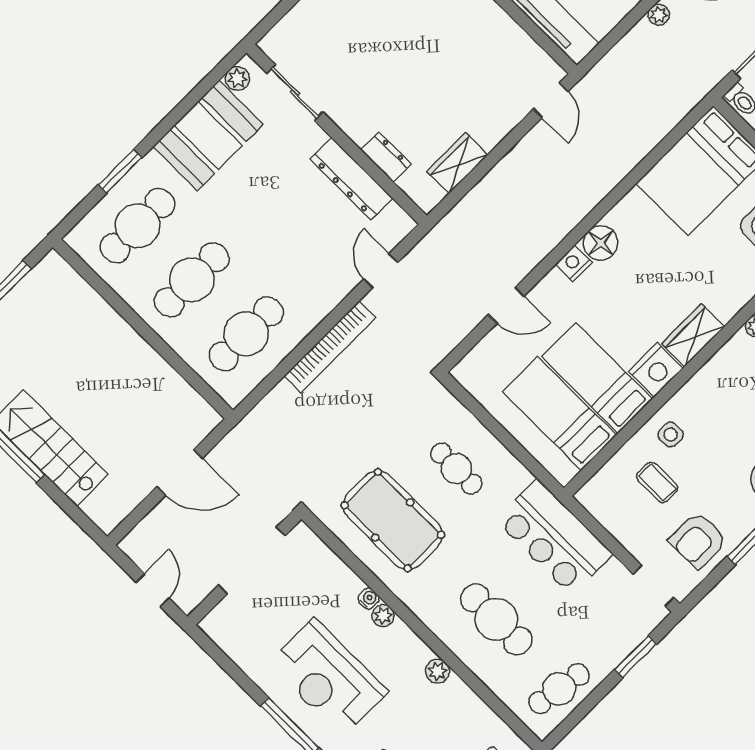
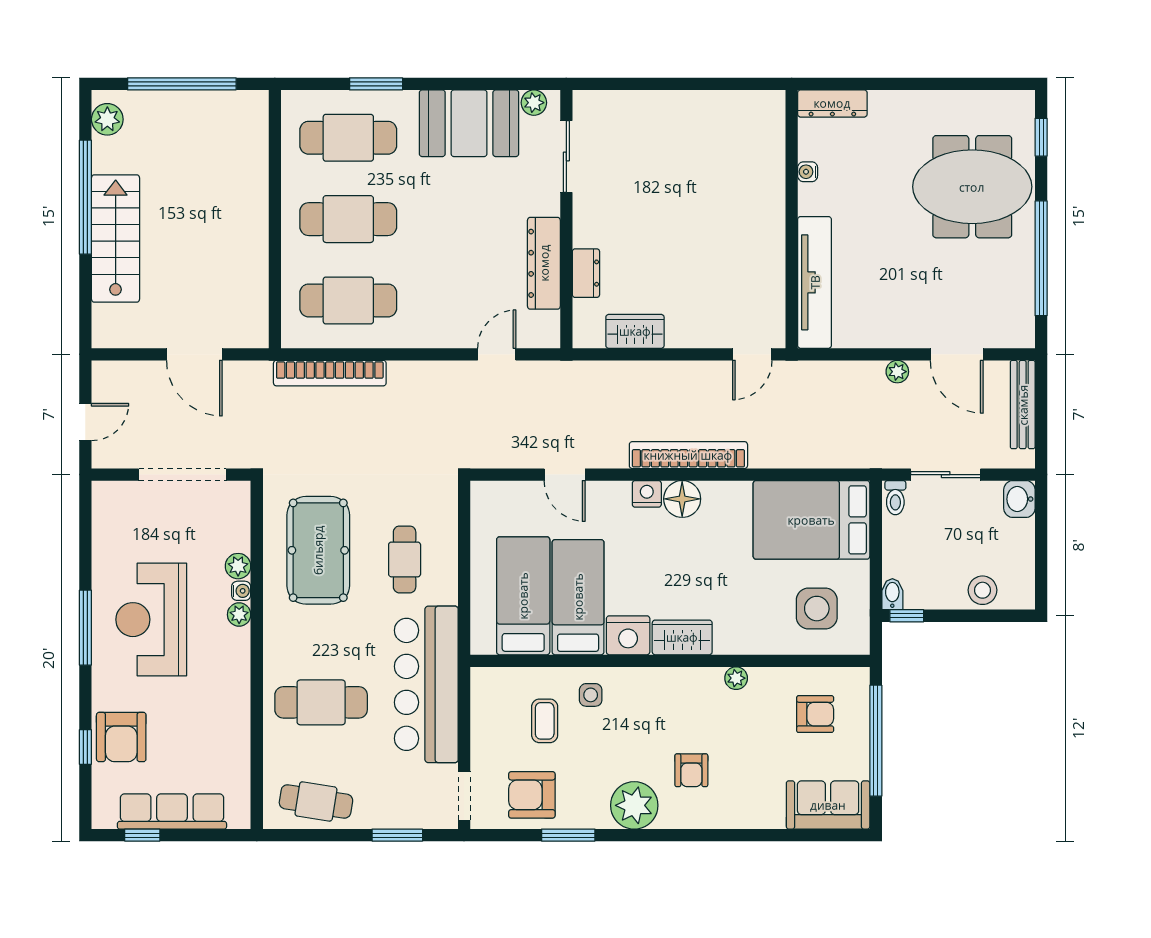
bookcase: (575, 210) -> (688, 455), added
bookcase: (330, 347) -> (330, 373), moved
bar counter: (554, 537) -> (426, 684), width x1.36
cafe table: (496, 619) -> (321, 702), turned 90
plant: (437, 671) -> (238, 566), moved

